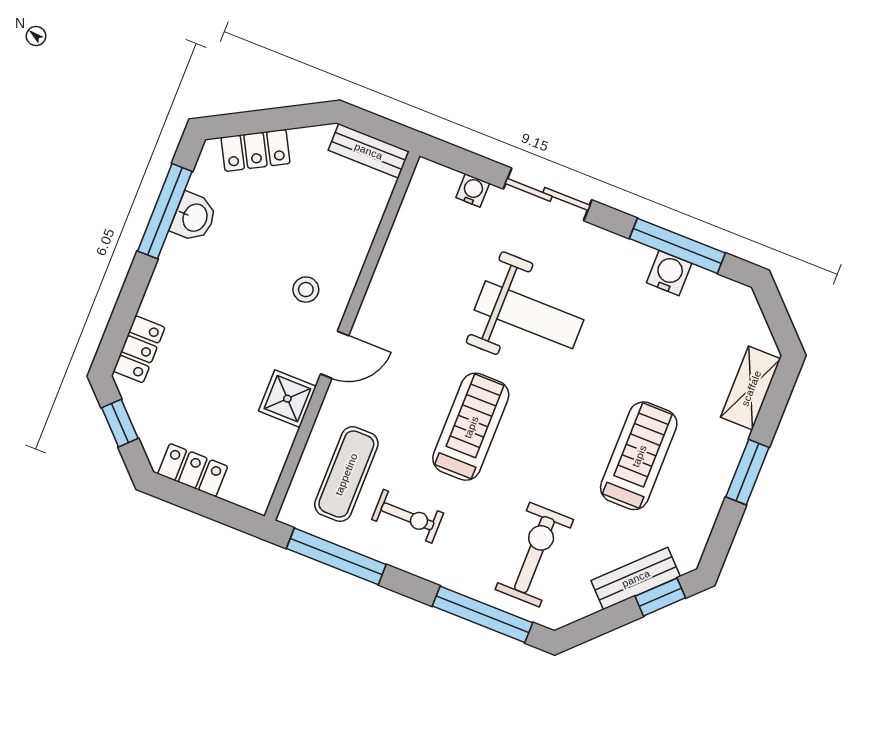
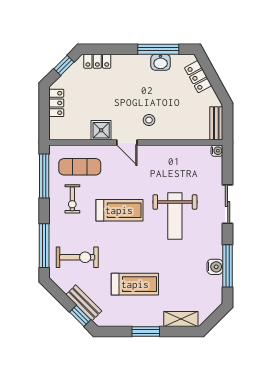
water cooler: (473, 190) -> (217, 151), moved

